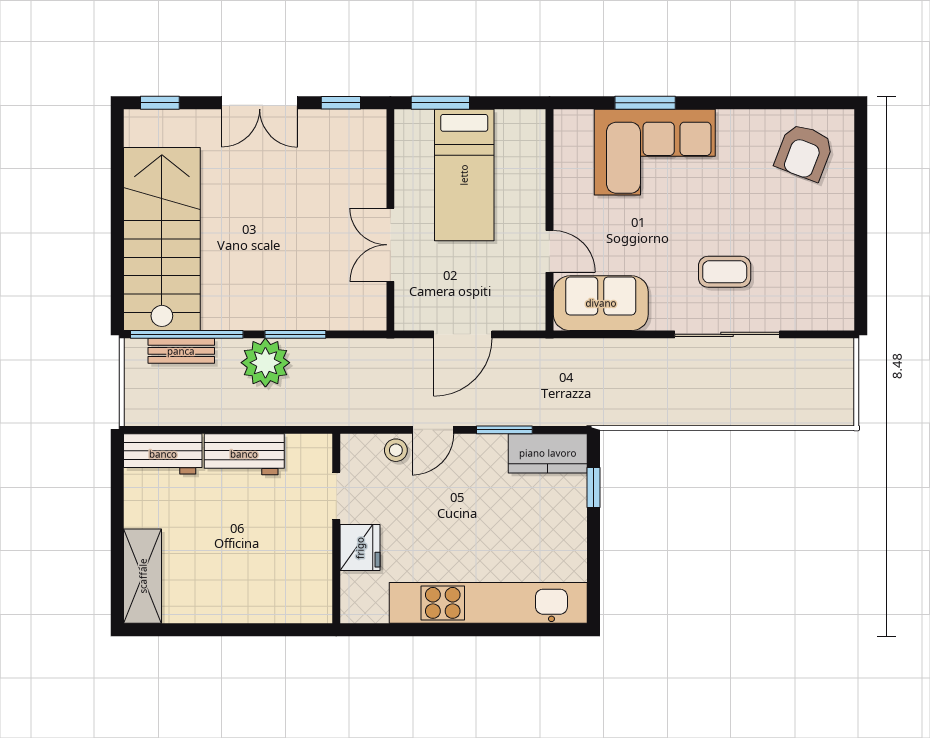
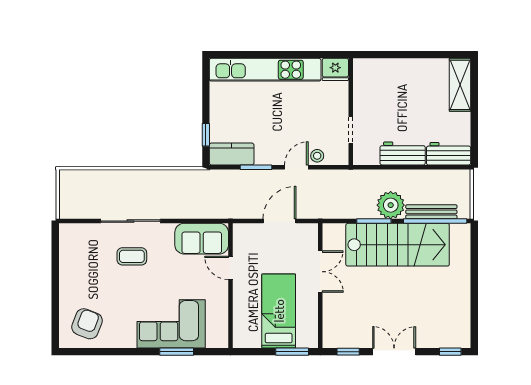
stairs: (162, 239) -> (398, 245), moved, turned -90
bench: (181, 351) -> (431, 212), width x1.36
fridge: (360, 548) -> (335, 69), moved, turned -90

